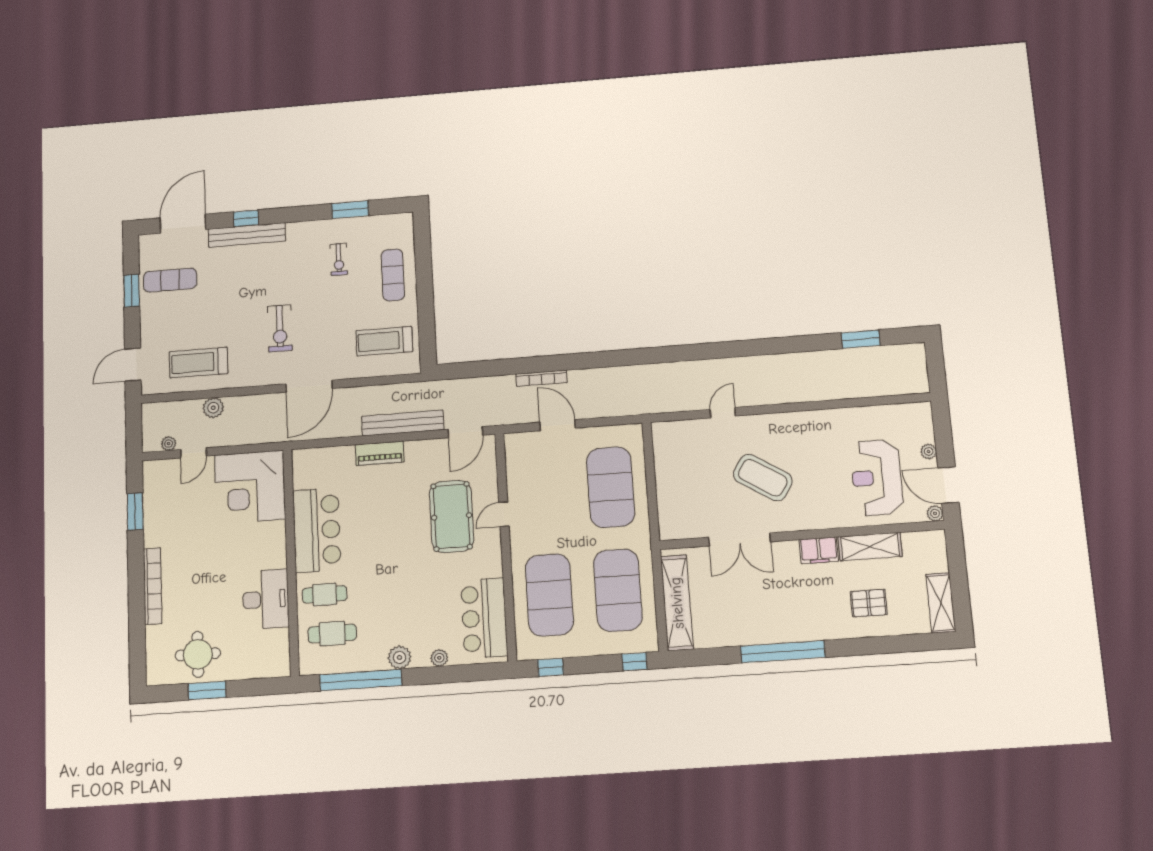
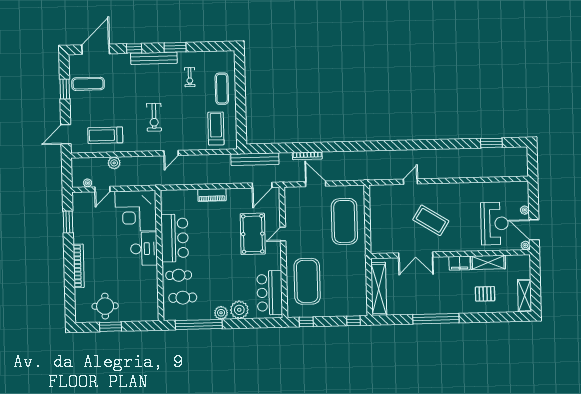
window: (350, 210) -> (175, 47), moved
bench: (247, 235) -> (154, 58), moved
treadmill: (384, 341) -> (216, 128), turned 90
door: (309, 386) -> (171, 153), width x0.53
bench: (403, 423) -> (255, 159), moved
reception desk: (877, 478) -> (495, 224), turned 180
exercise mat: (618, 590) -> (346, 280), removed
desk: (266, 599) -> (144, 249), moved
plant: (439, 658) -> (239, 310), width x1.88, depth x1.88

